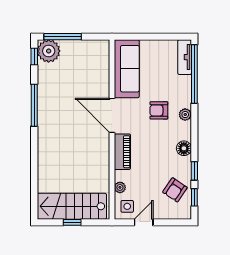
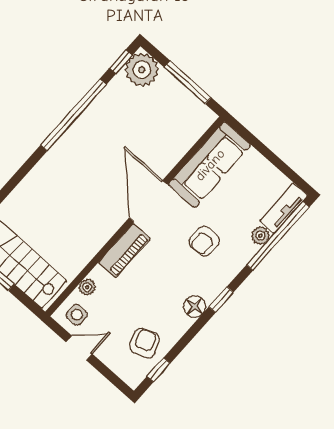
window: (63, 37) -> (188, 82), moved
window: (34, 105) -> (74, 115), width x1.46
armchair: (159, 110) -> (204, 241), turned -90
plant: (185, 115) -> (260, 236), moved
window: (194, 171) -> (221, 300), moved
armchair: (175, 190) -> (145, 343), turned 125

